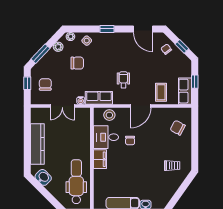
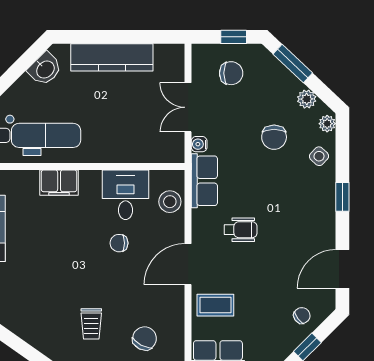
door: (141, 106) -> (188, 264), hinge flipped
filing cabinet: (100, 159) -> (59, 183), moved
trolley: (172, 166) -> (91, 324), moved

